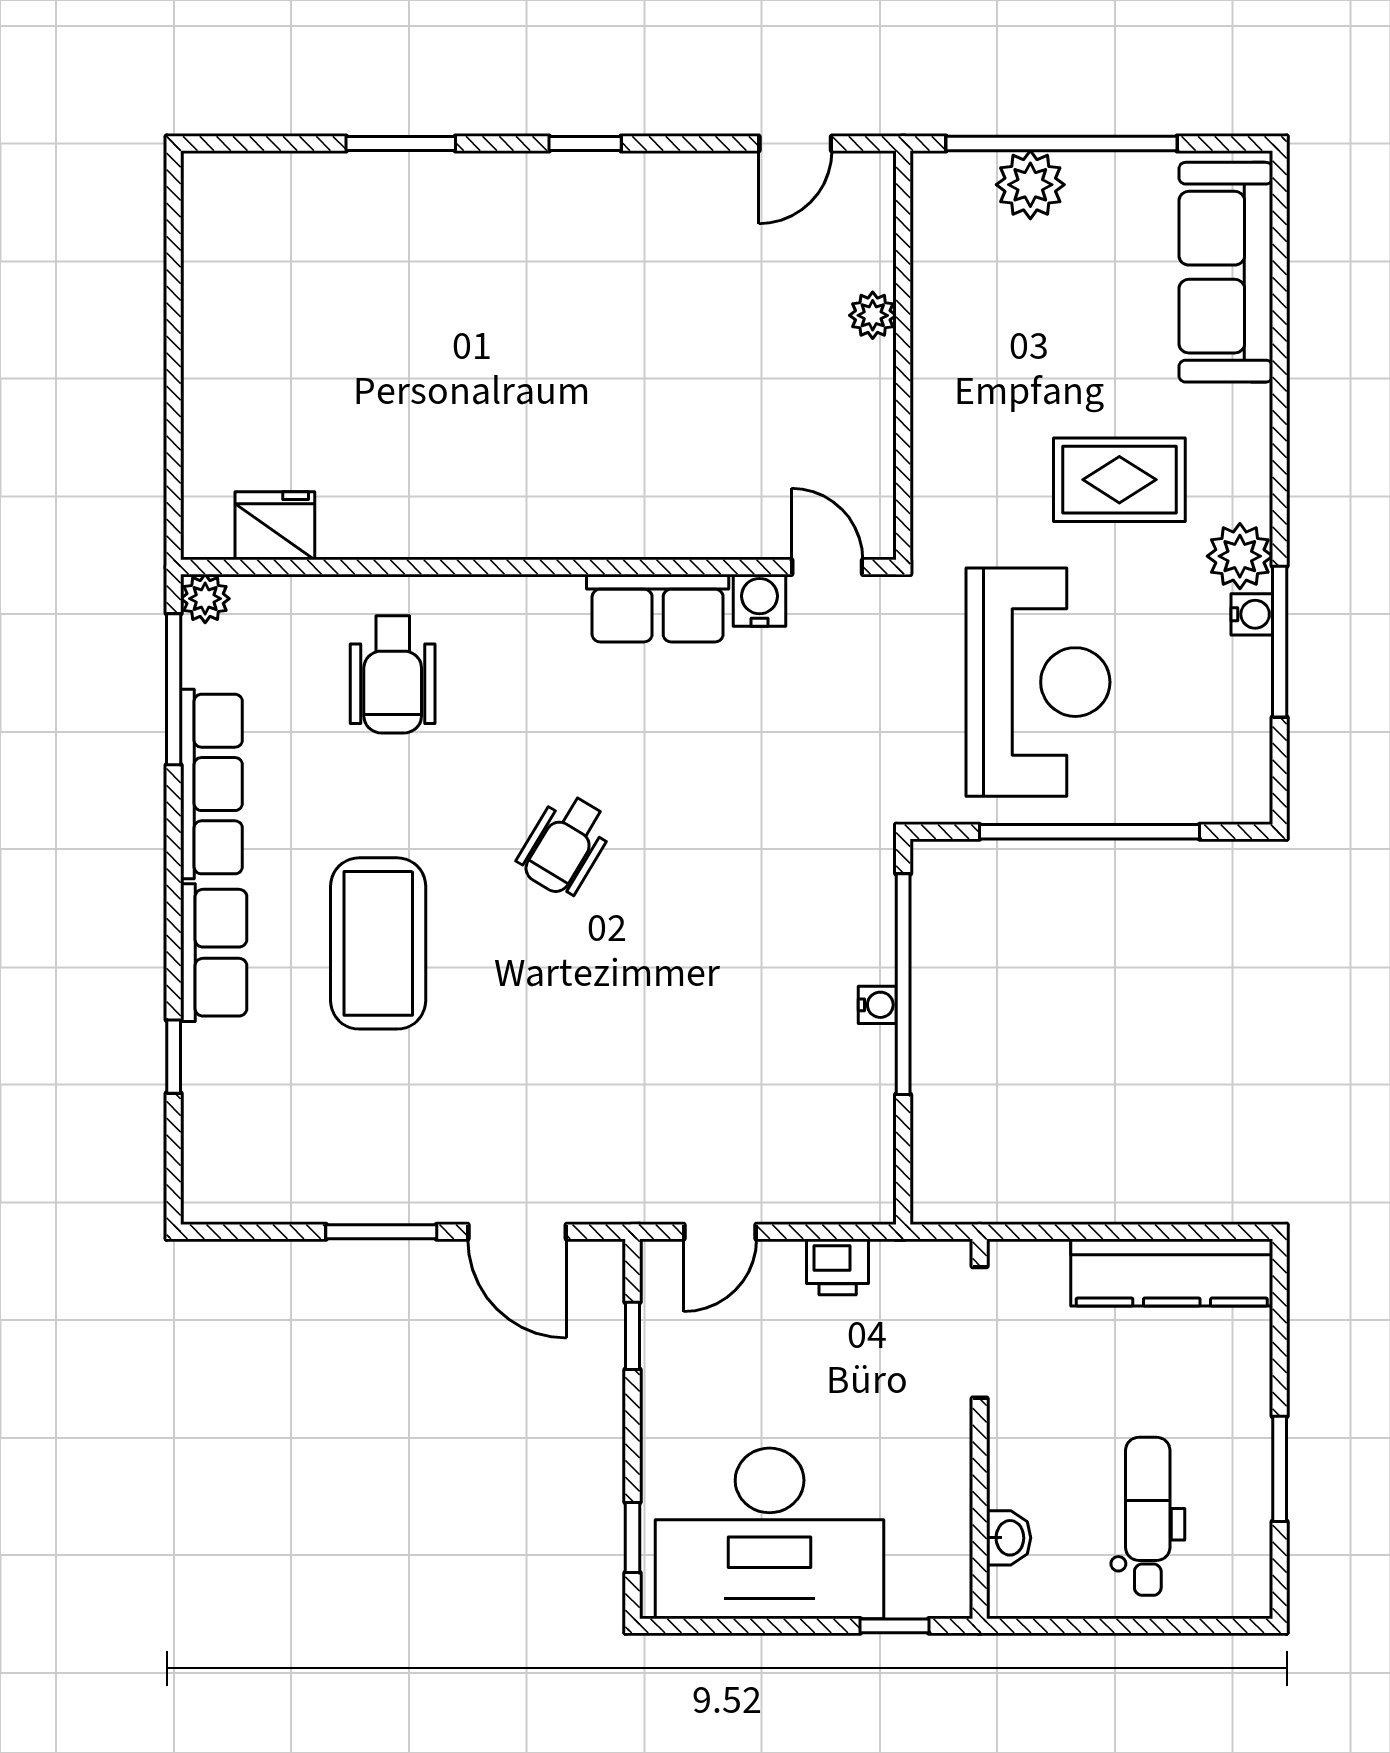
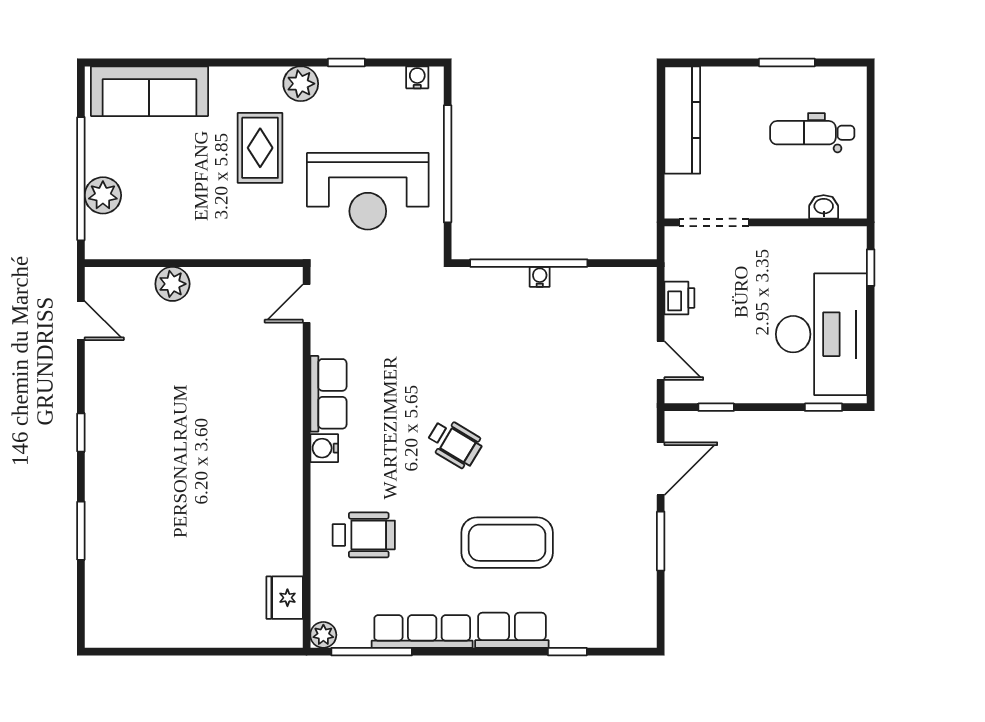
plant: (873, 315) -> (172, 284), width x1.38, depth x1.38
water cooler: (760, 600) -> (324, 448), moved
water cooler: (1252, 614) -> (417, 77), moved
window: (1280, 642) -> (346, 63), width x0.46
reception desk: (1038, 682) -> (368, 191), turned 180

